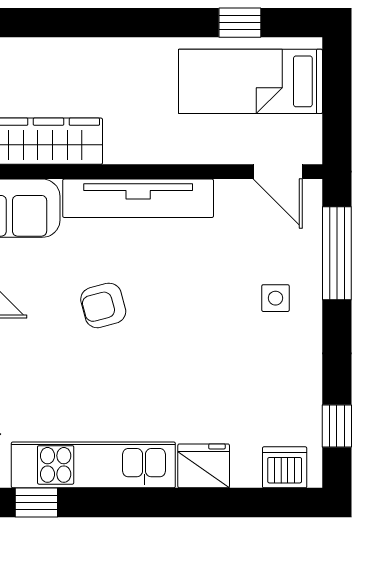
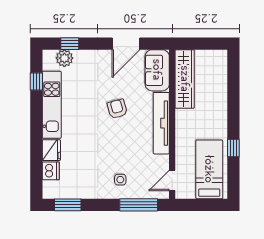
window: (240, 23) -> (233, 148), moved
window: (337, 426) -> (68, 205), width x1.50
dishwasher: (285, 467) -> (51, 171), moved

